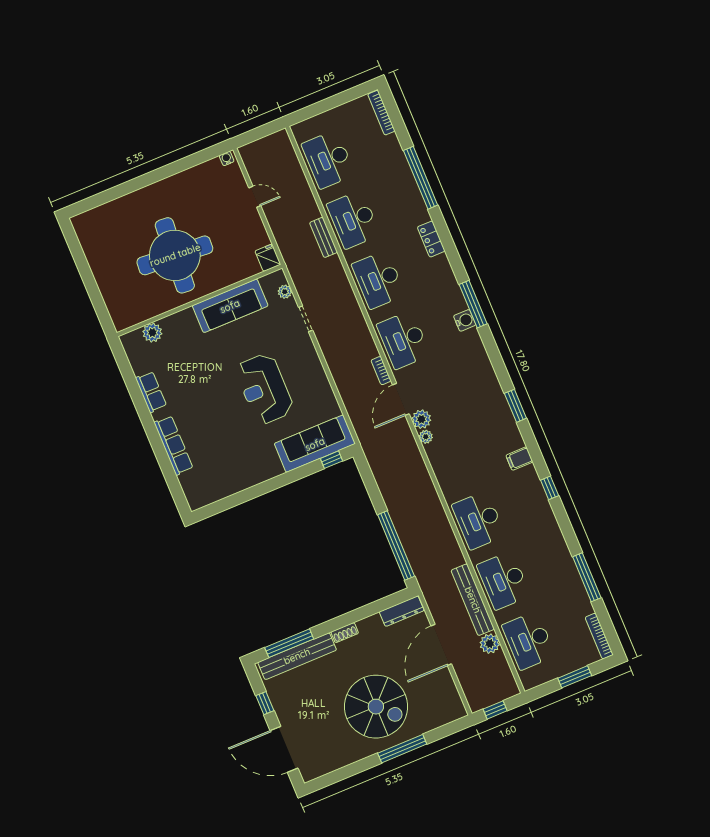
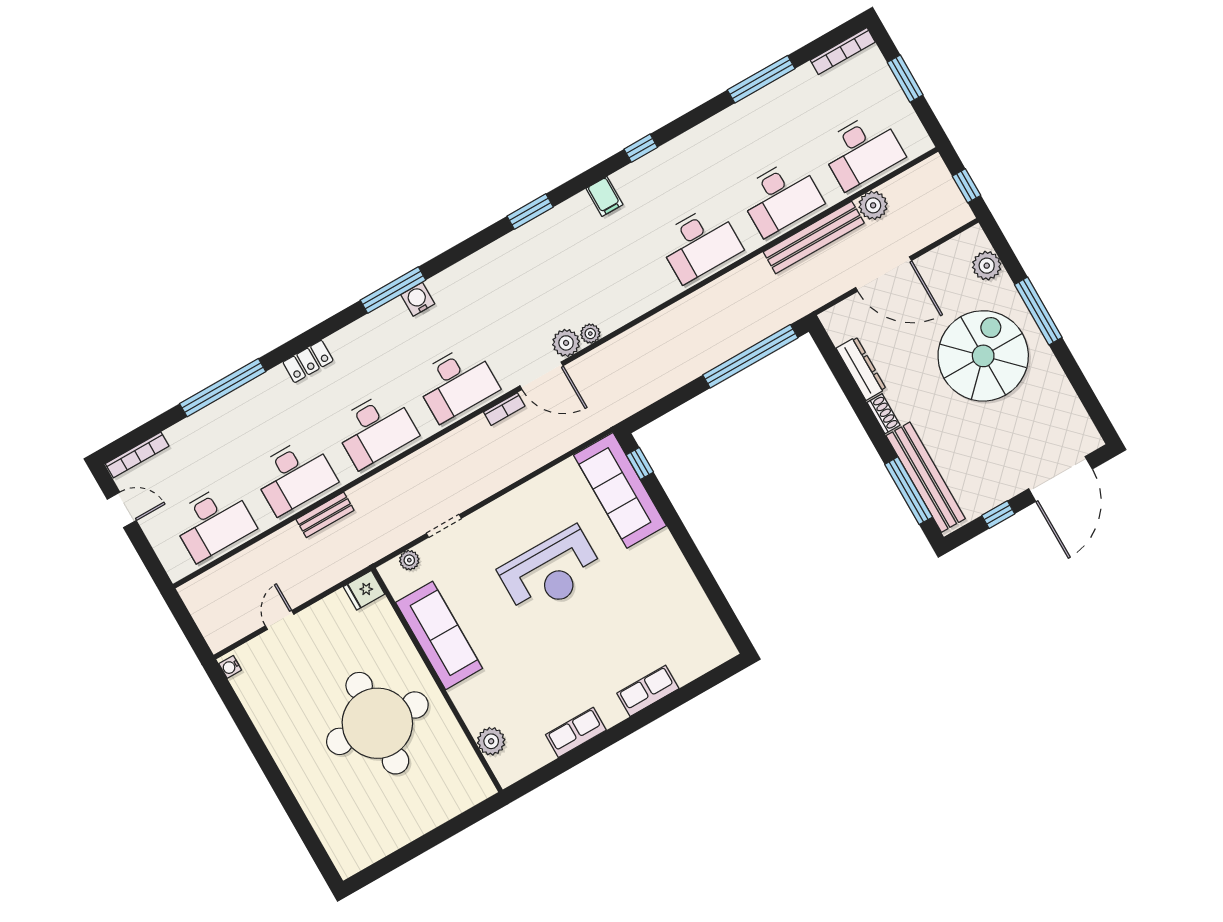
door: (345, 97) -> (122, 510), added
row of seats: (174, 445) -> (648, 691), width x0.68
dresser: (402, 611) -> (861, 369), moved
plant: (438, 717) -> (987, 266), added

